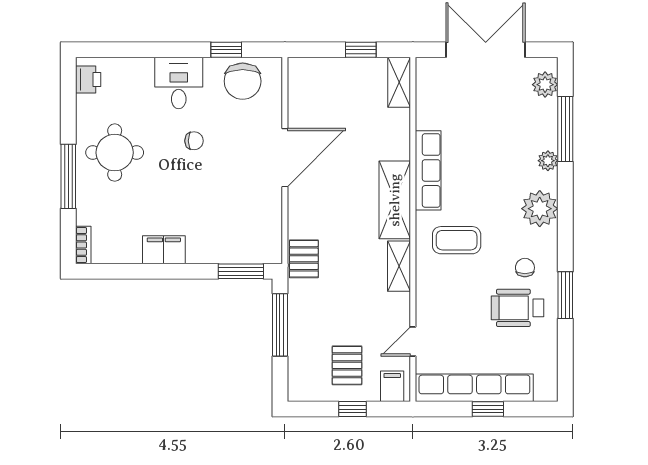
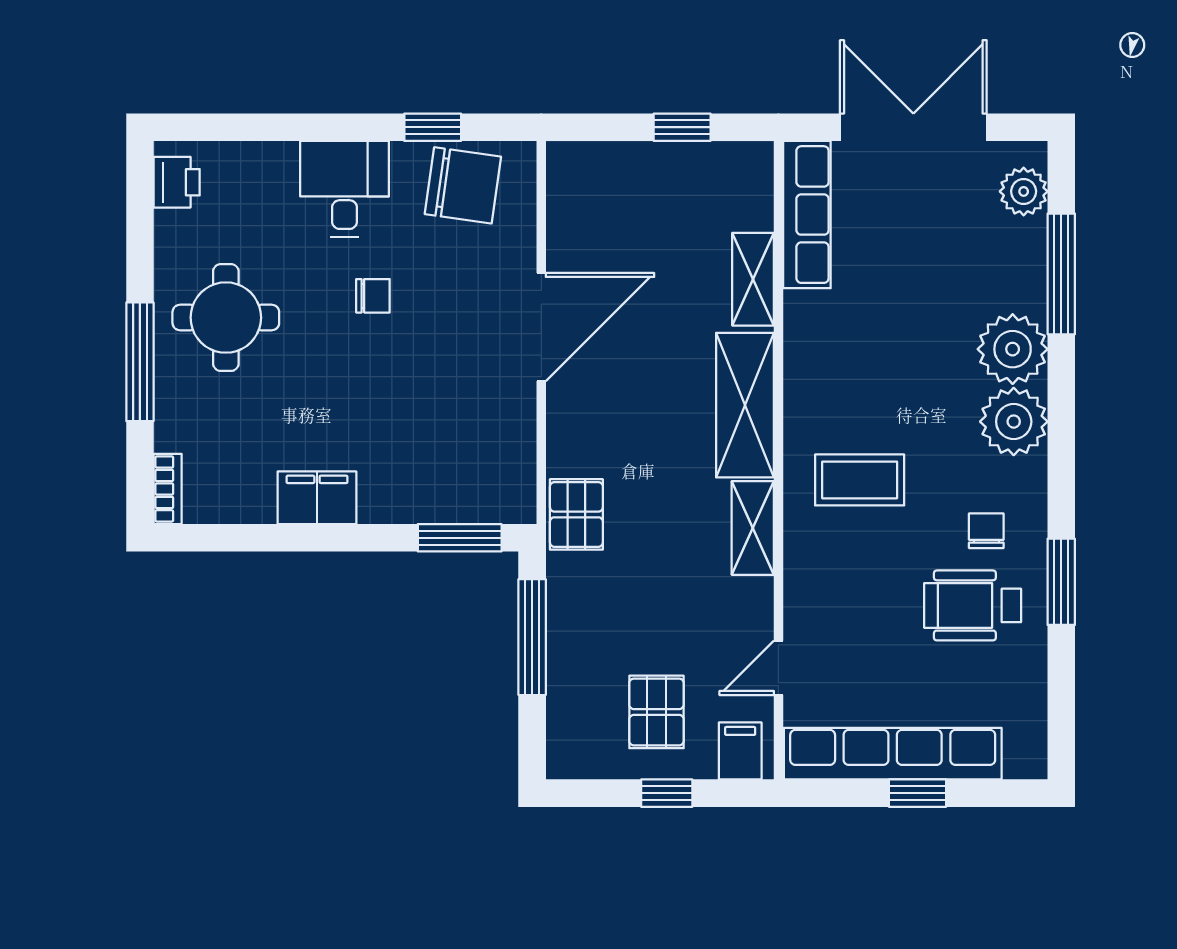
chair: (243, 81) -> (463, 185), turned -82
shelving: (399, 82) -> (753, 279), moved
plant: (548, 161) -> (1013, 349), width x1.88, depth x1.88
row of seats: (428, 170) -> (807, 215), moved

